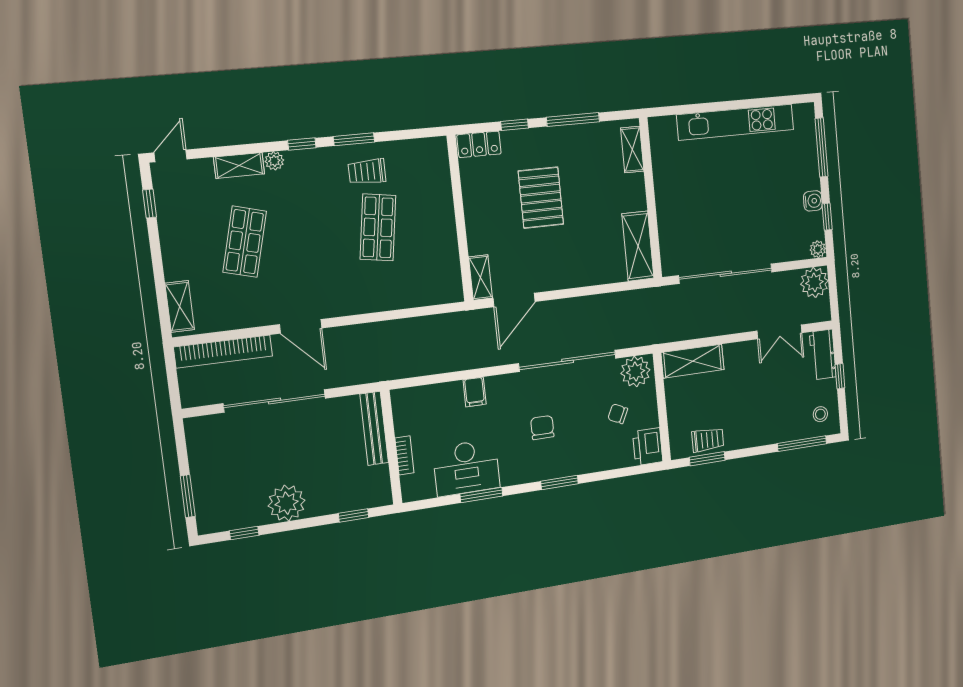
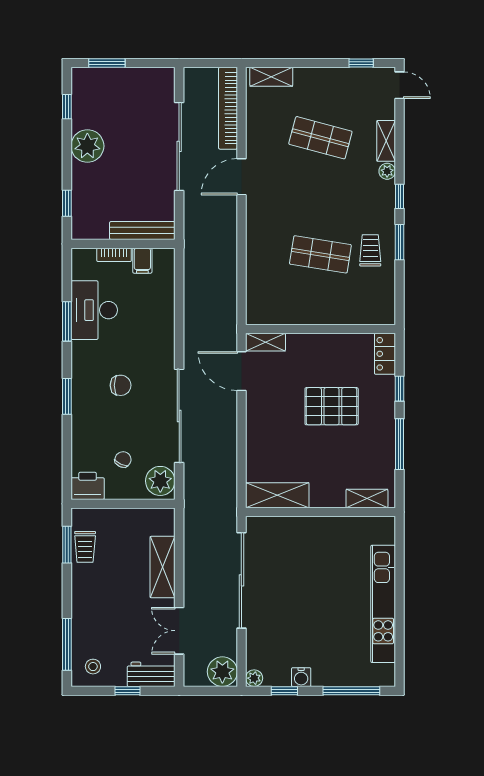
shelving: (693, 361) -> (163, 567), moved
filing cabinet: (475, 392) -> (142, 261), moved, turned -90

